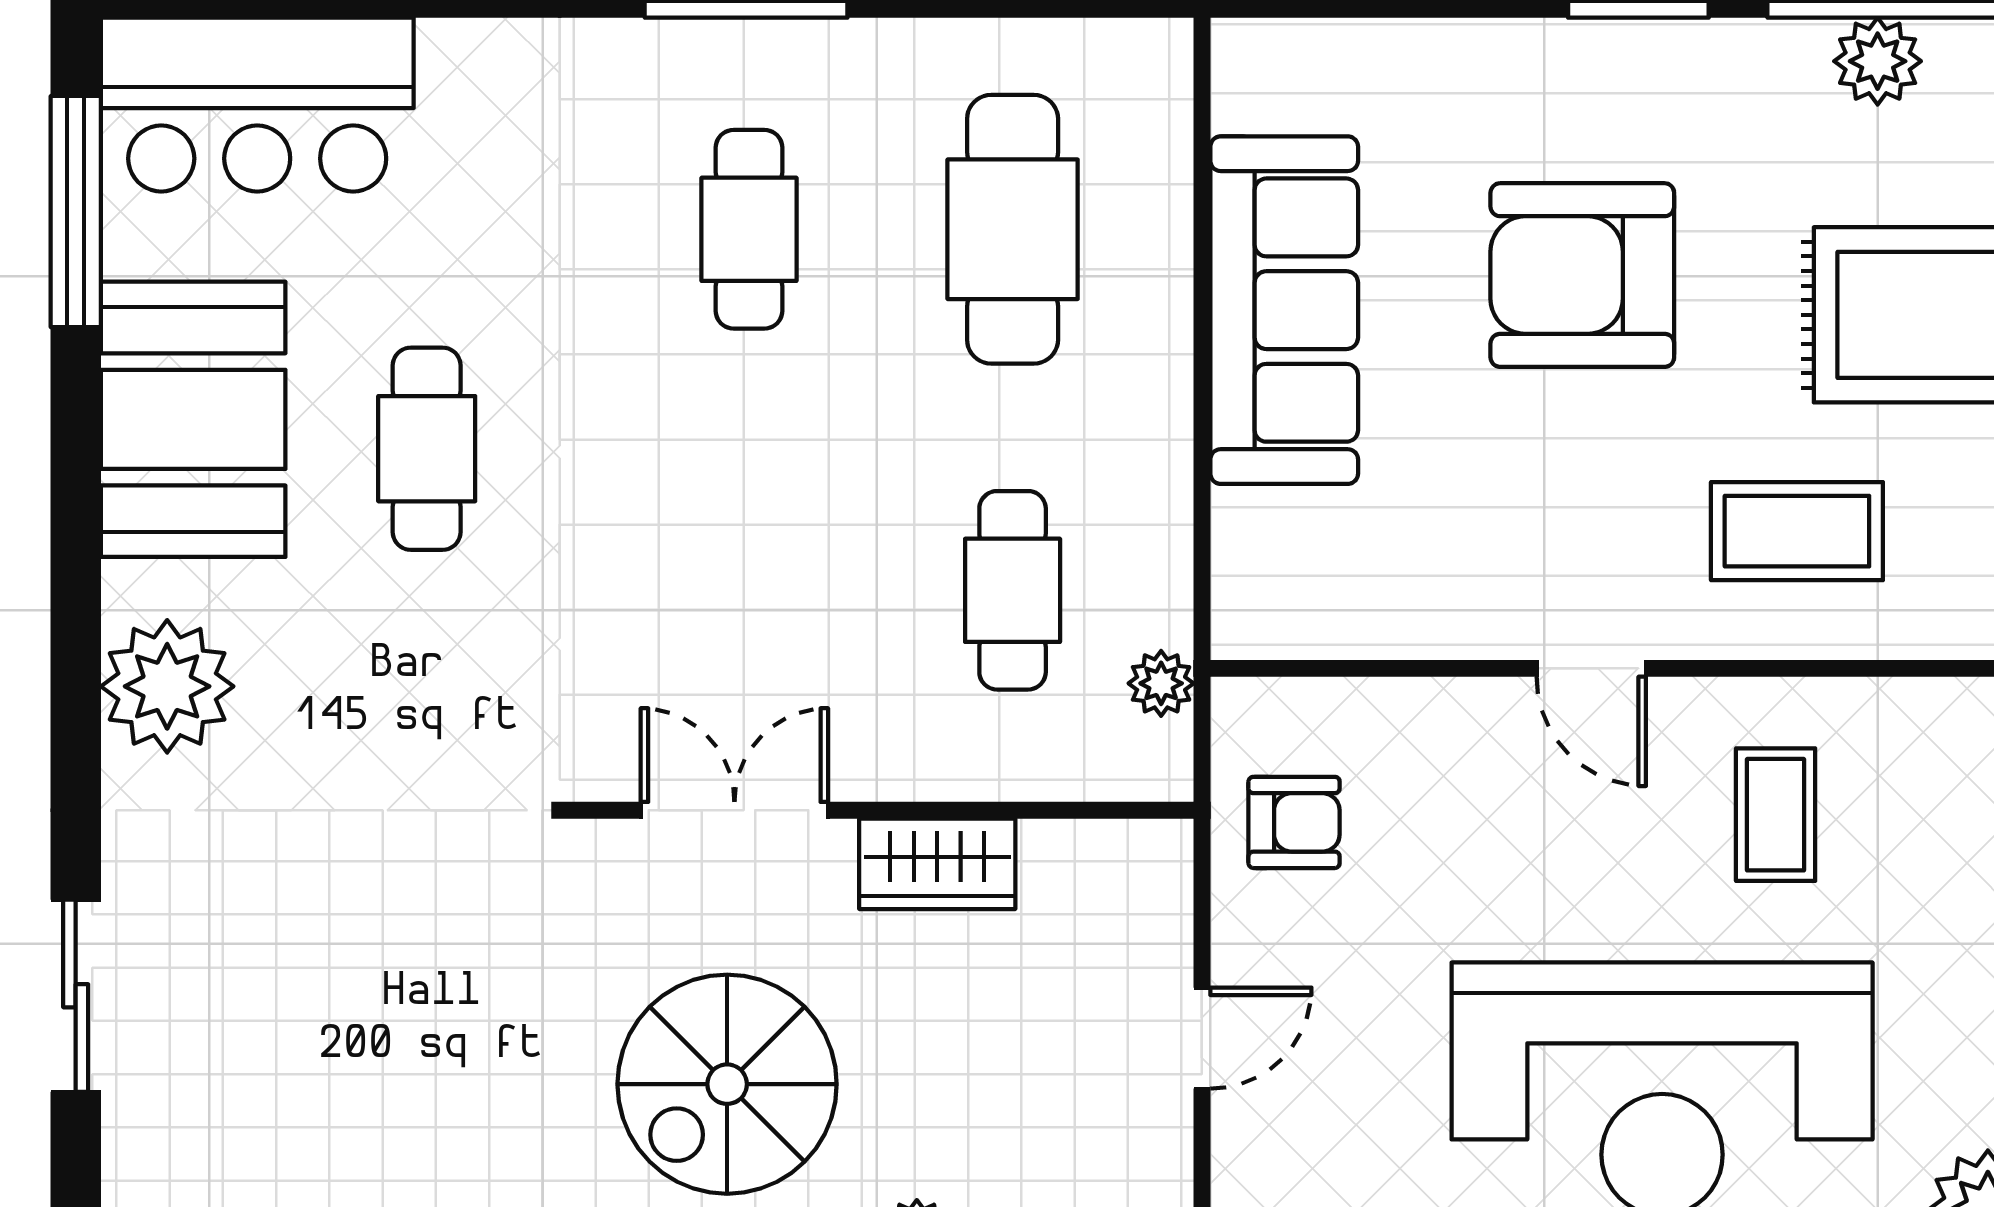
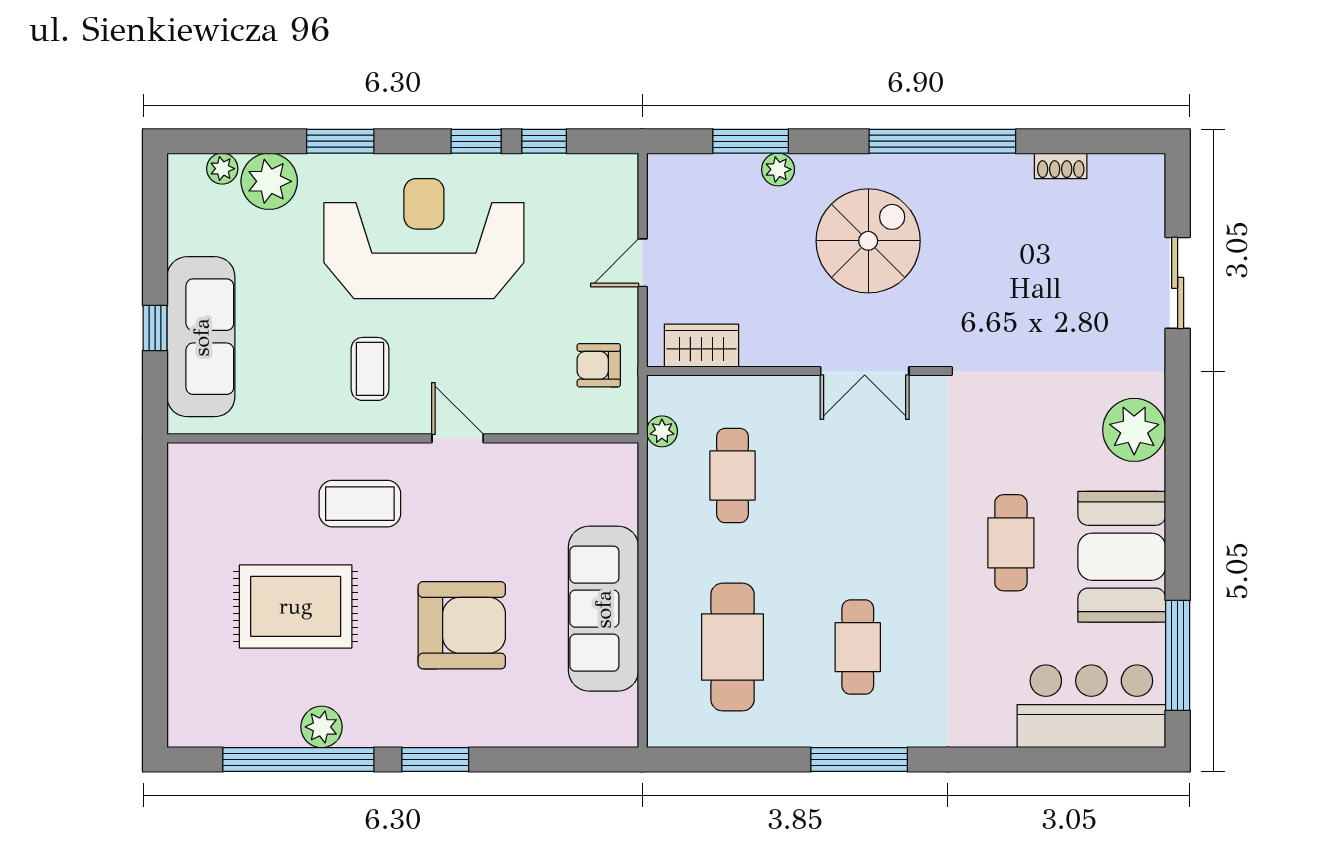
wardrobe: (937, 864) -> (701, 346), moved

